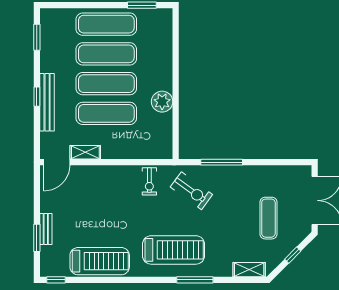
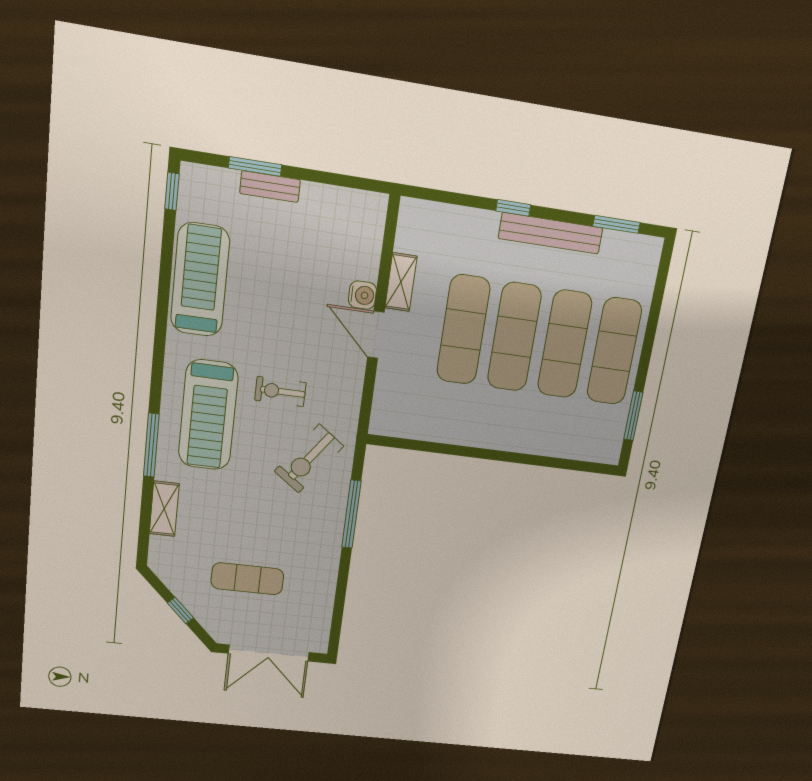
bench: (47, 102) -> (551, 233), moved
plant: (162, 102) -> (468, 428), removed
door: (57, 162) -> (376, 335), moved
water cooler: (95, 172) -> (362, 295), added
exercise bike: (149, 181) -> (280, 391), moved
treadmill: (100, 261) -> (200, 280), turned 180
shelving: (249, 270) -> (164, 509), moved

